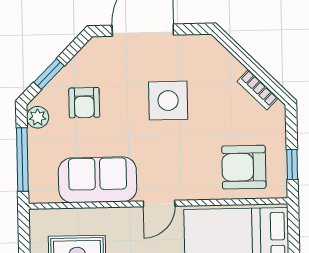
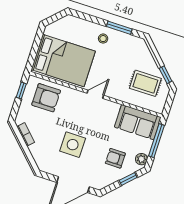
armchair: (84, 103) -> (115, 158), turned -90
sofa: (98, 180) -> (138, 122), moved

